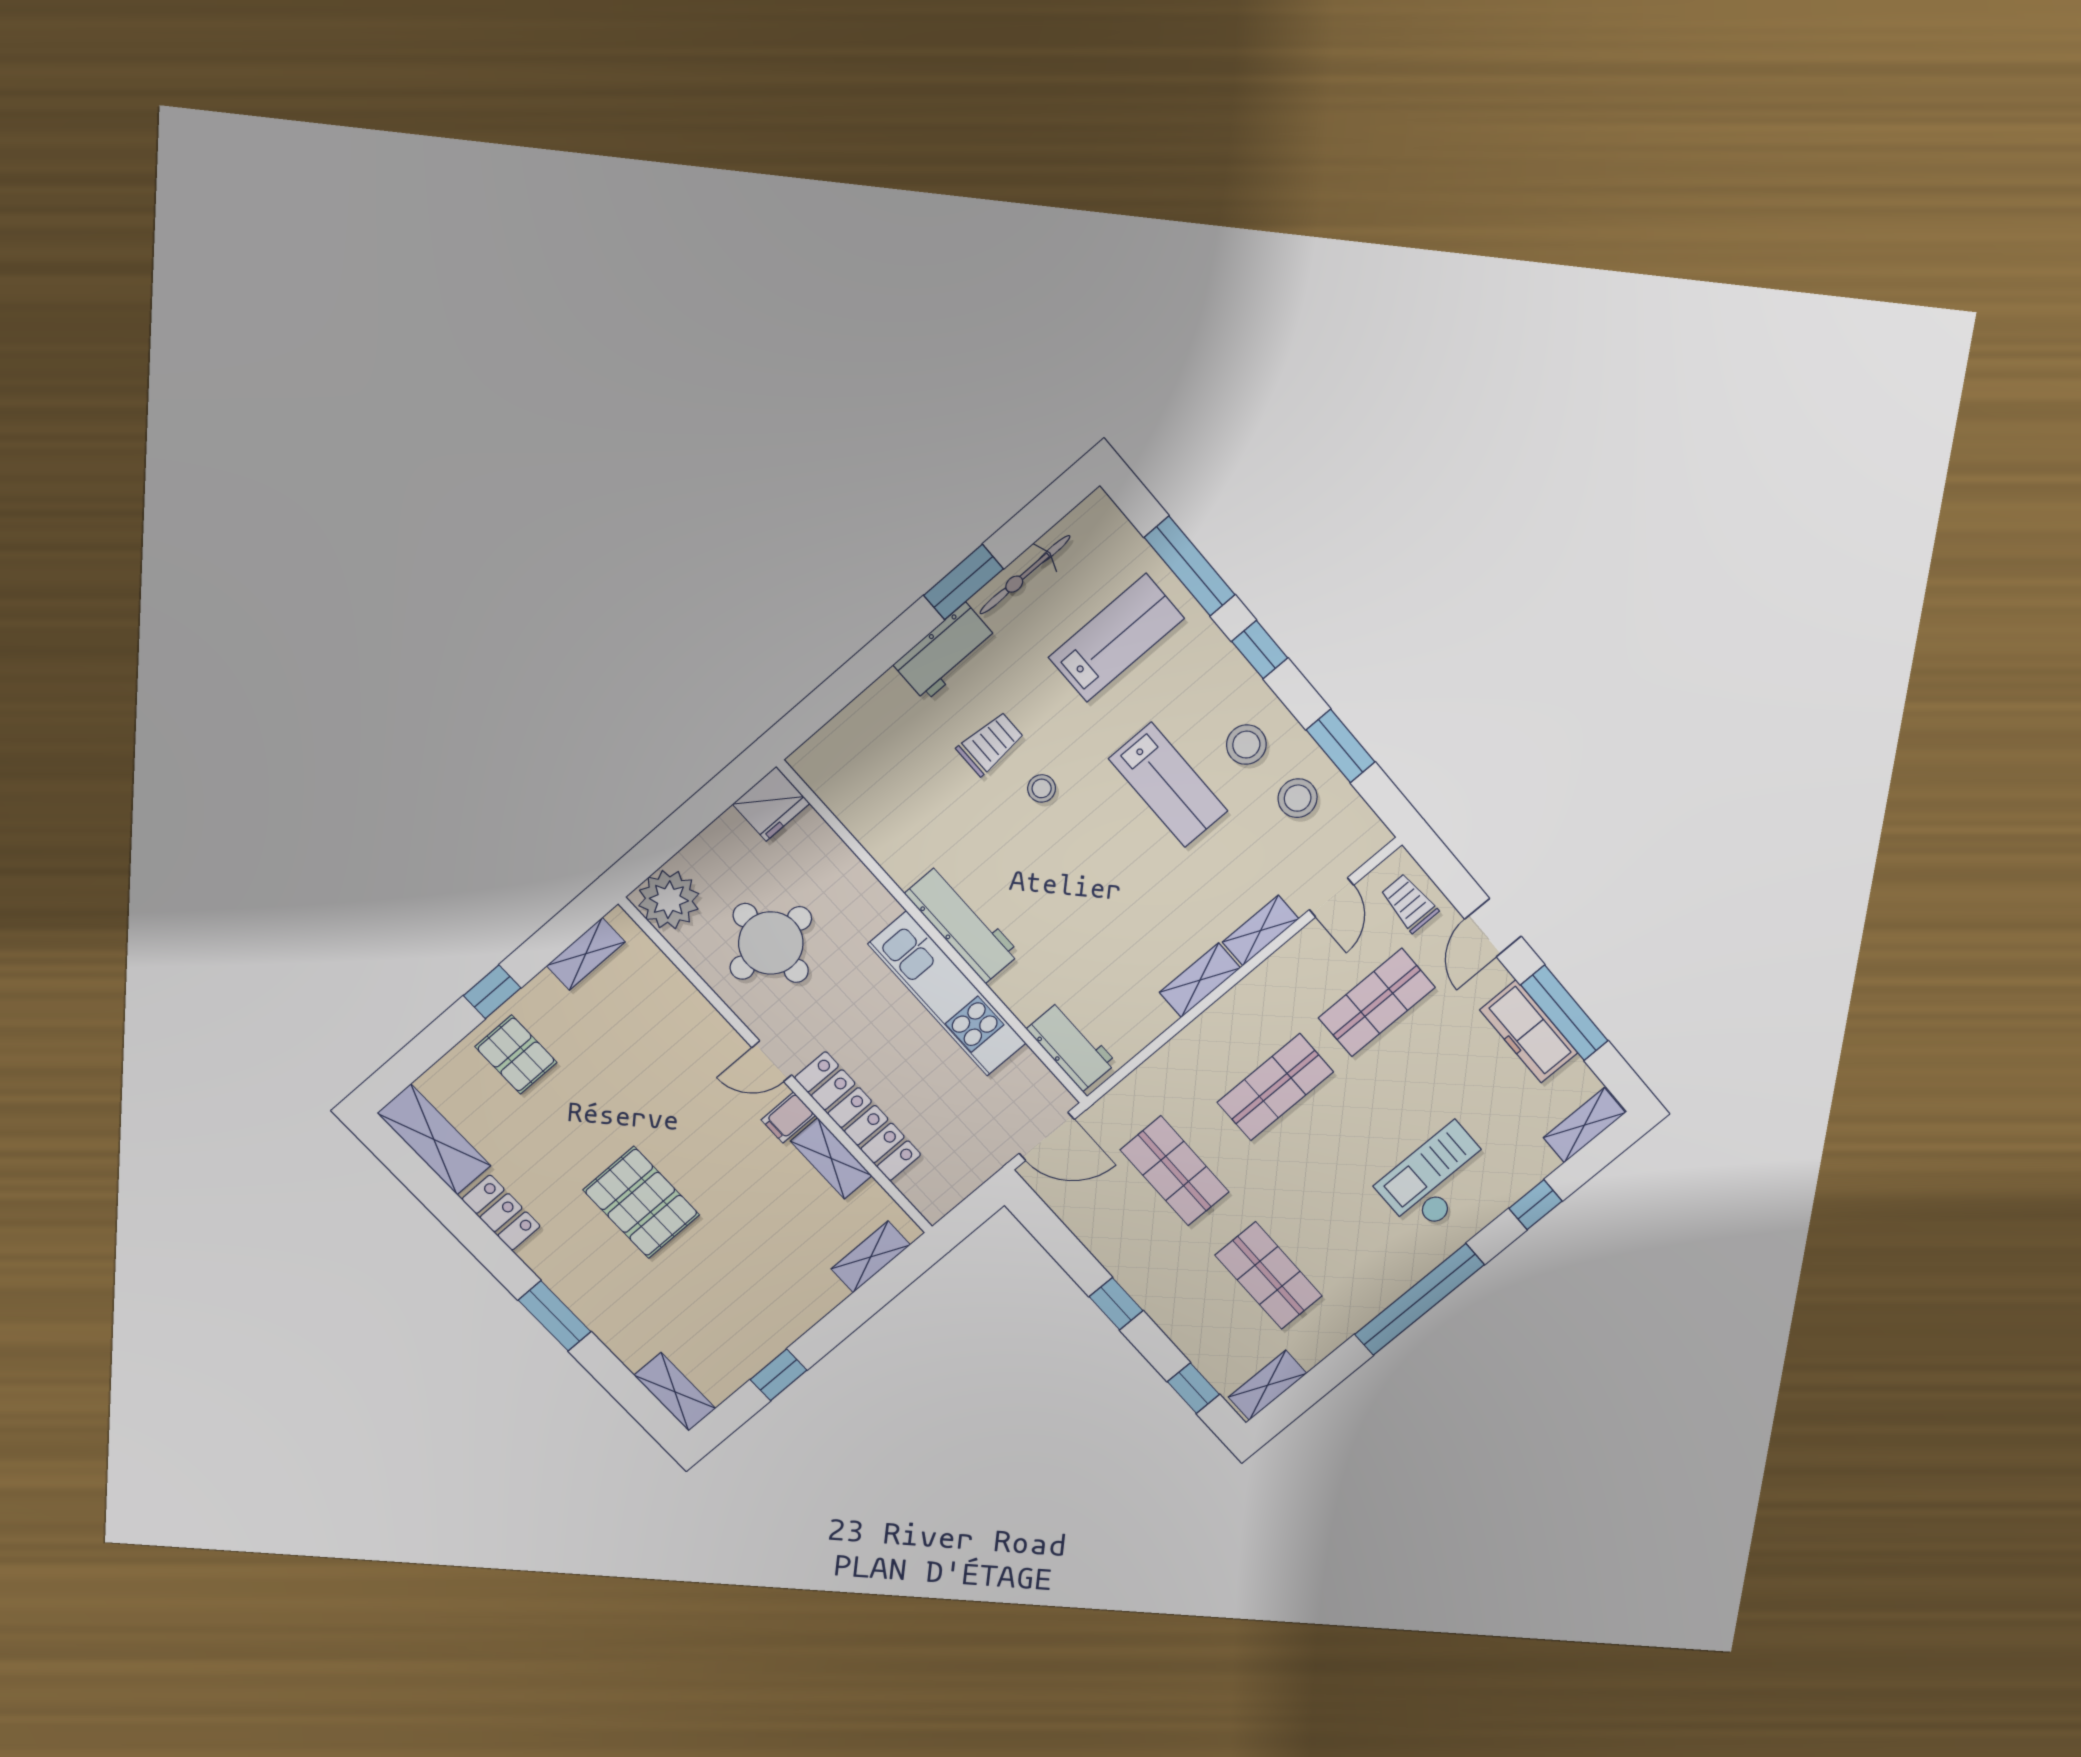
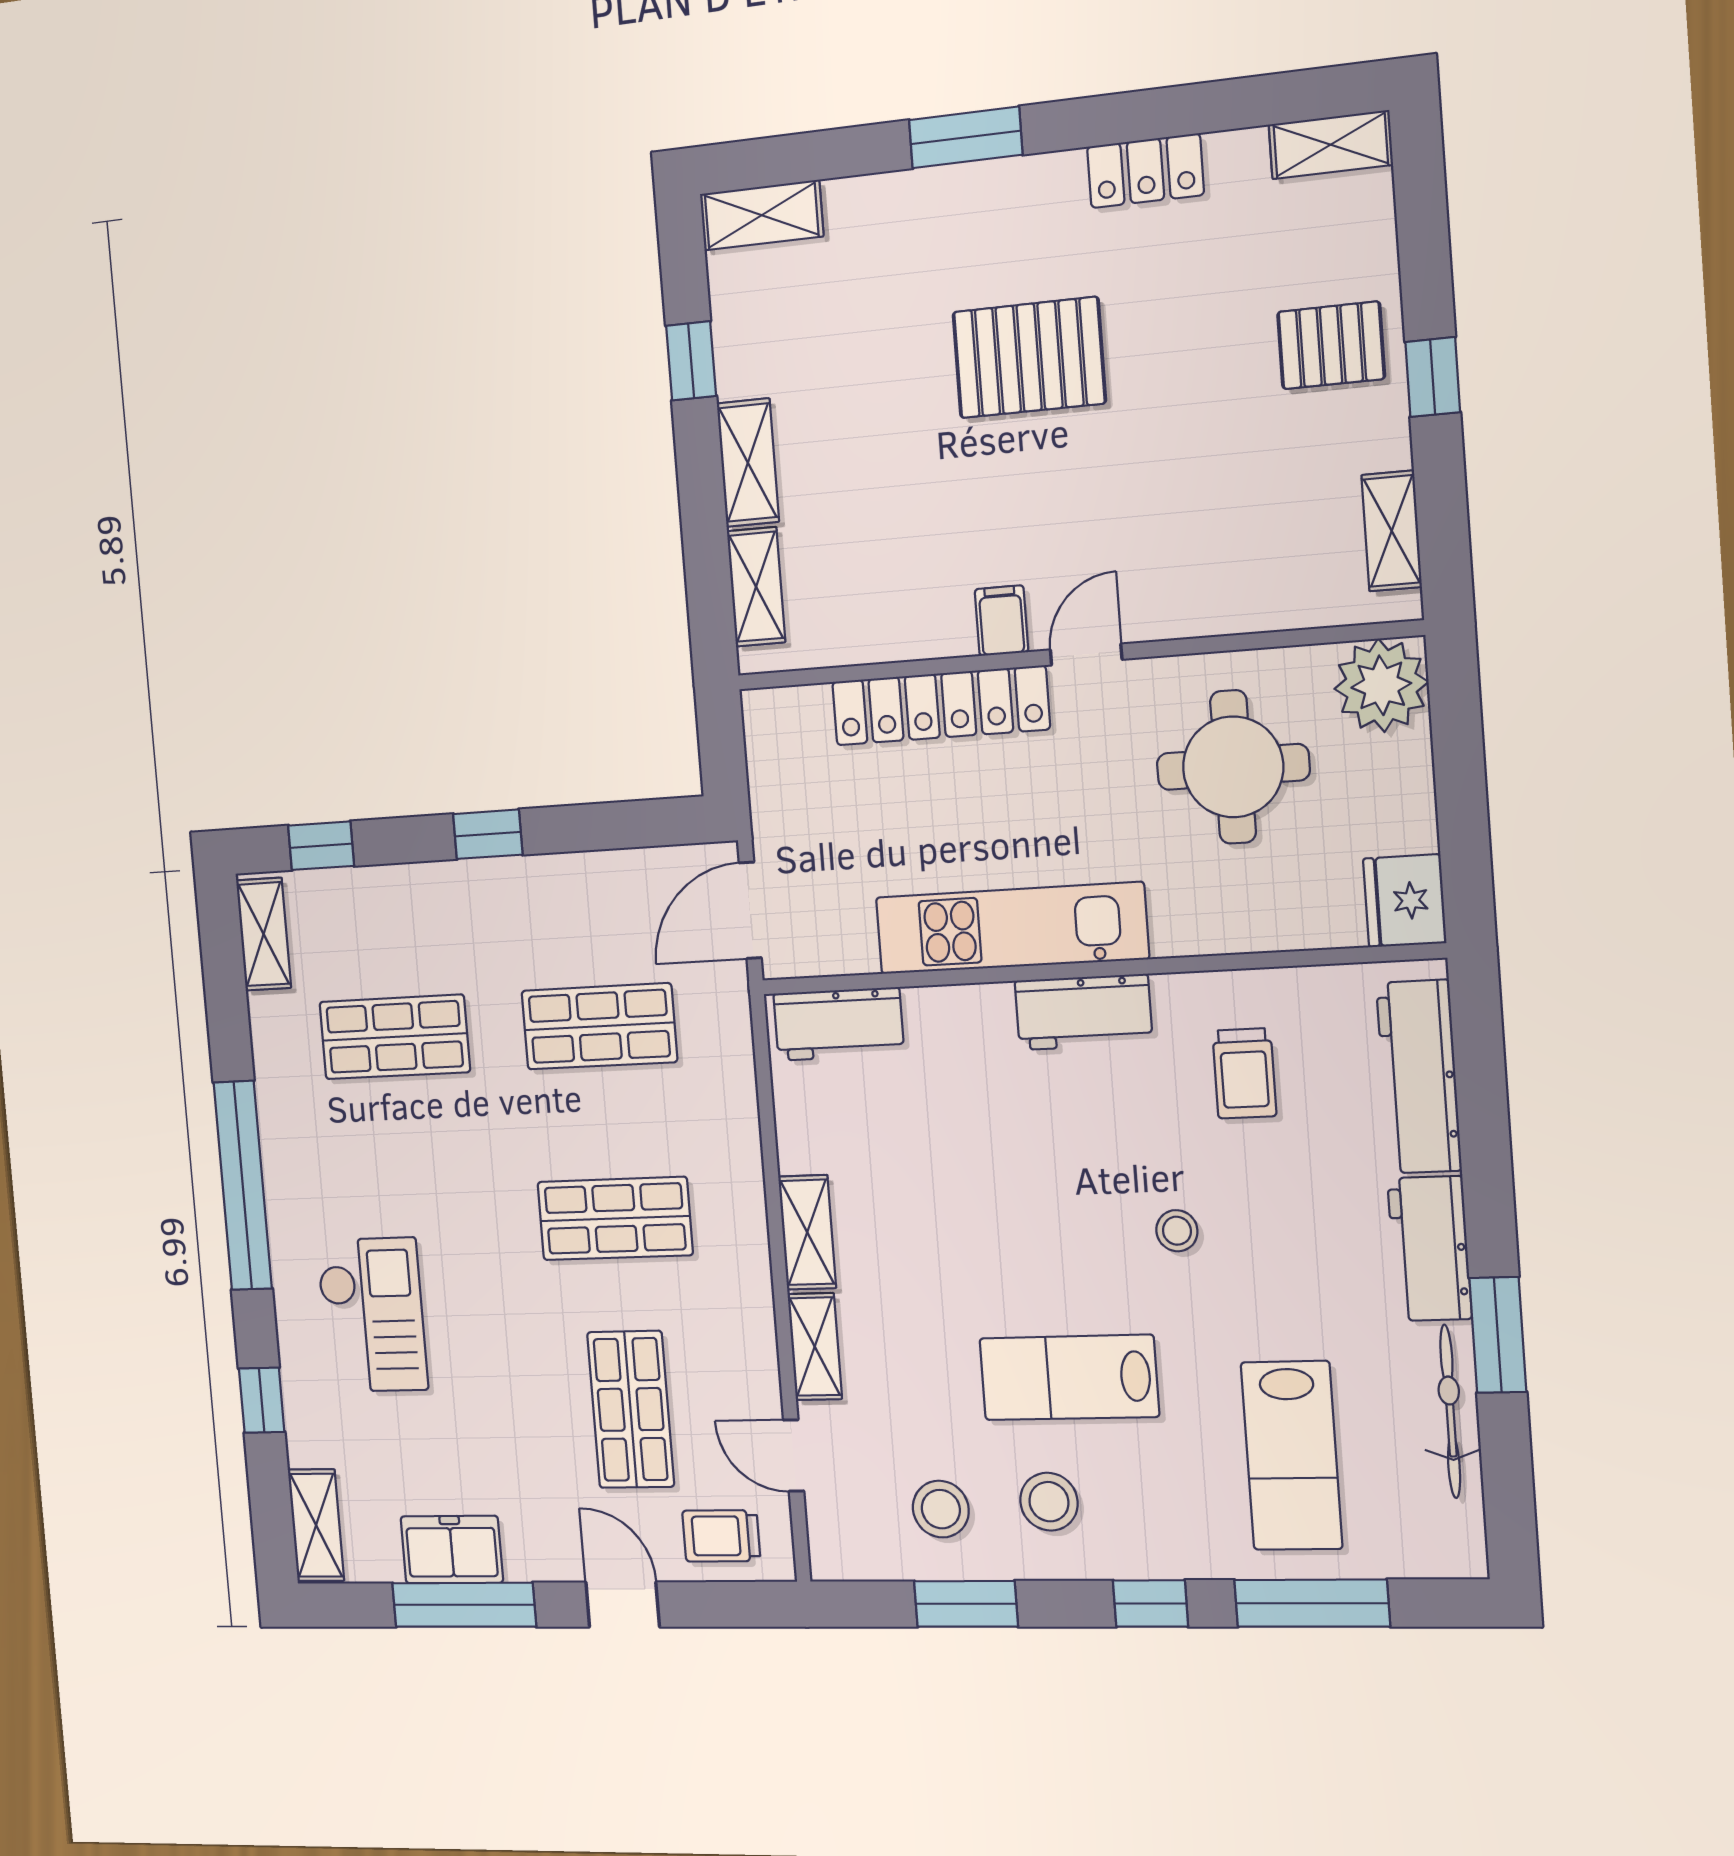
workbench: (858, 727) -> (1419, 1077), added
trolley: (990, 744) -> (1244, 1073), moved
trolley: (1409, 903) -> (721, 1536), turned 180
workbench: (962, 924) -> (1083, 1012), width x0.73
freezer: (1529, 1031) -> (452, 1550), width x0.71
shop shelf: (1275, 1087) -> (615, 1219), turned 90
shelving: (434, 1139) -> (1331, 145), width x0.67, depth x0.75
shelving: (831, 1158) -> (748, 463), moved, turned 90

